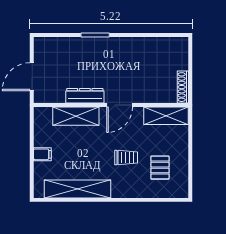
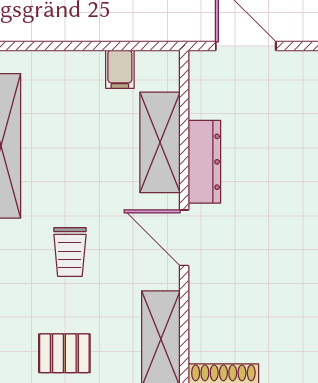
filing cabinet: (42, 154) -> (120, 69), moved
pallet: (160, 168) -> (64, 353), moved

